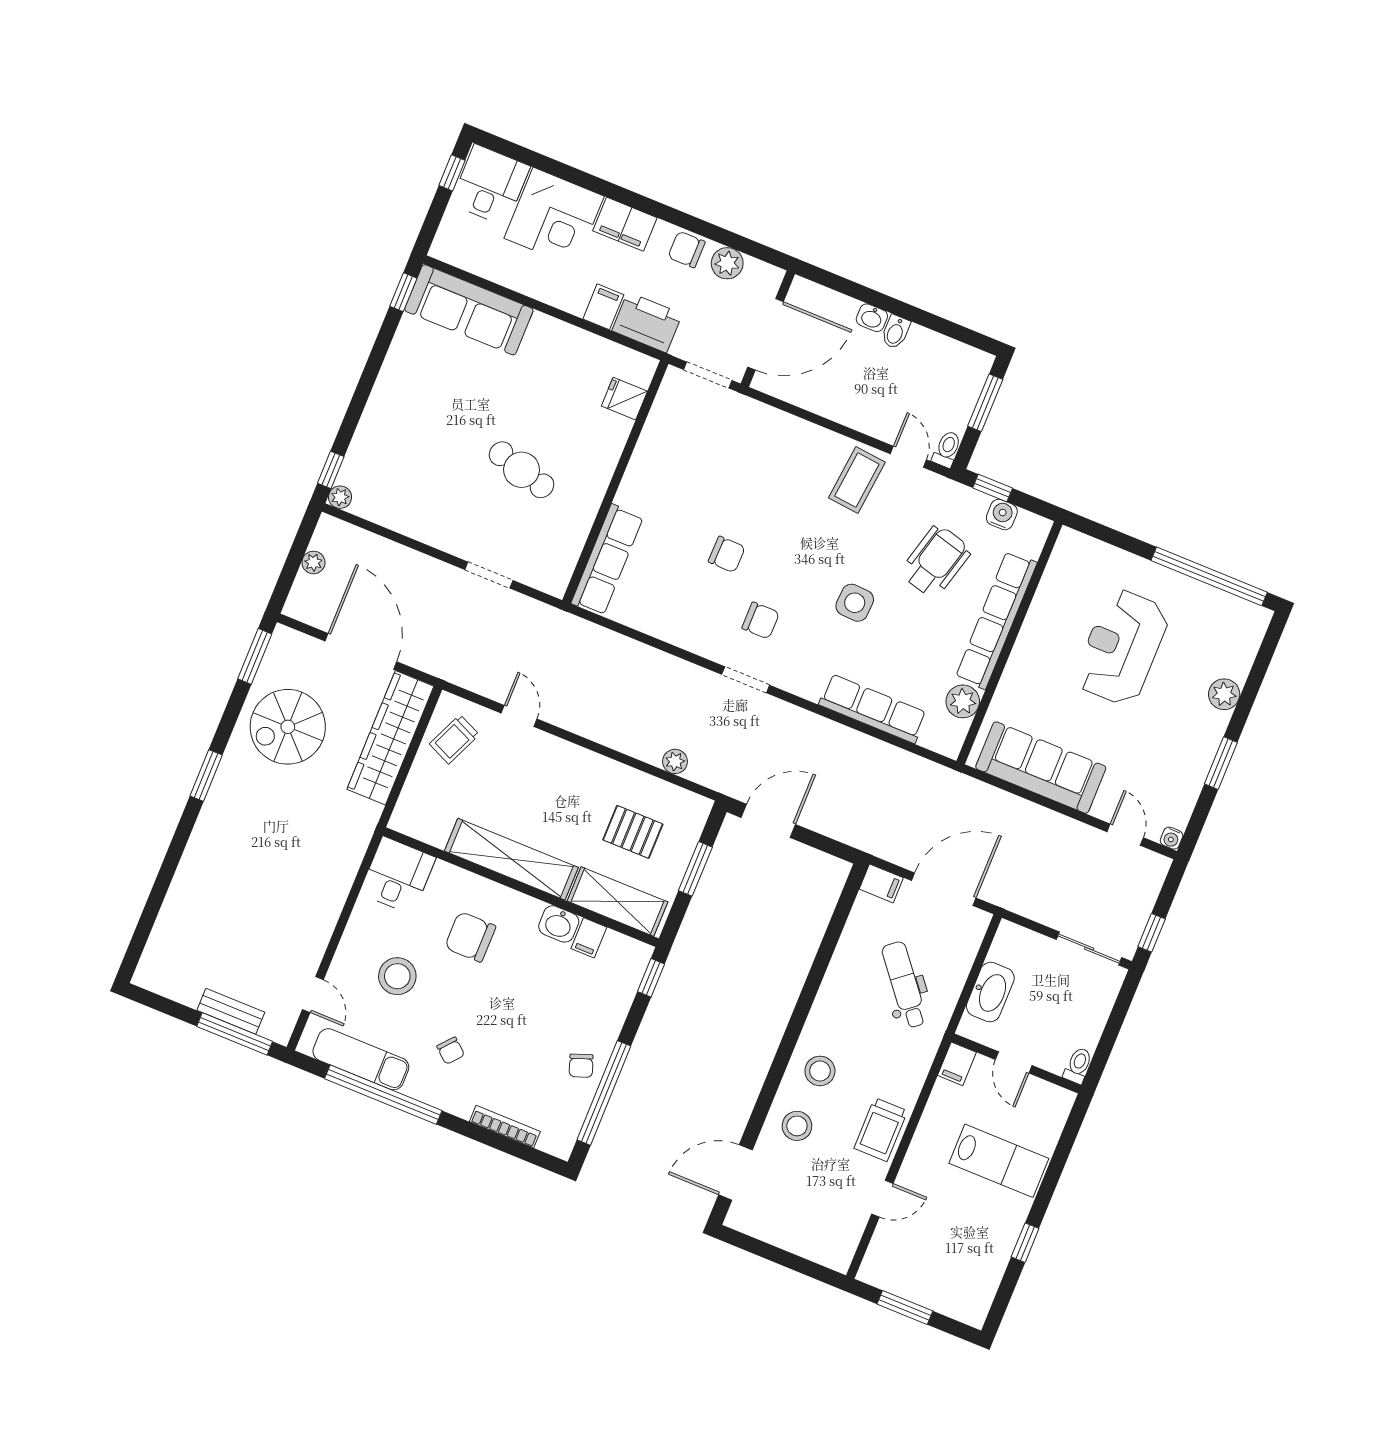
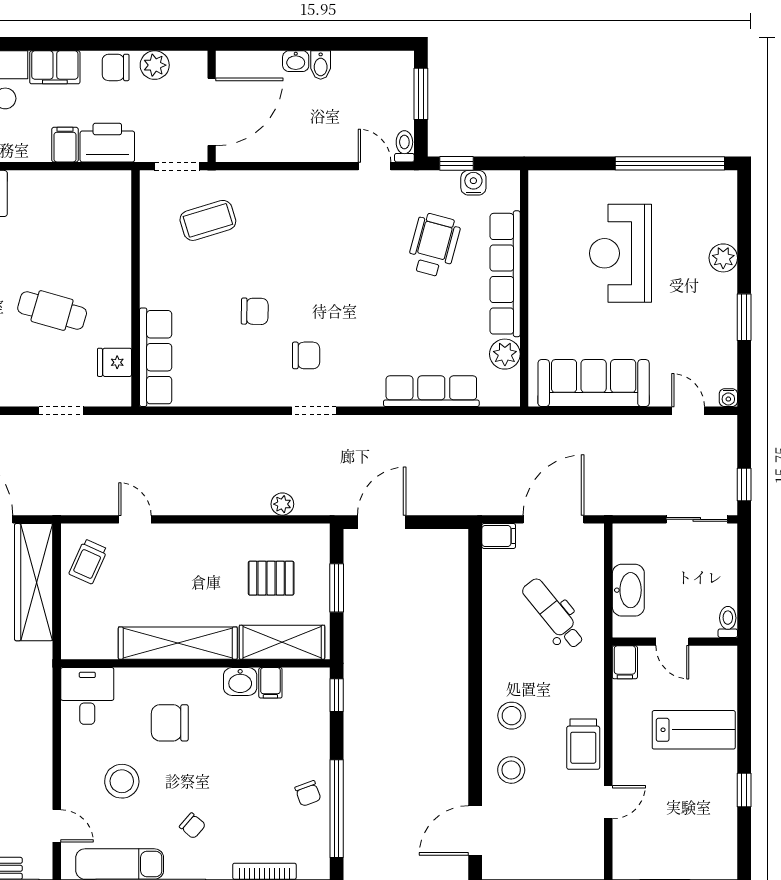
fridge: (624, 399) -> (114, 362), moved
coffee table: (857, 480) -> (208, 220), moved, turned 67
side table: (855, 603) -> (380, 308), removed

